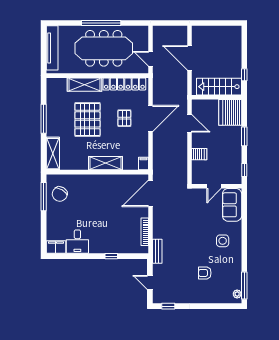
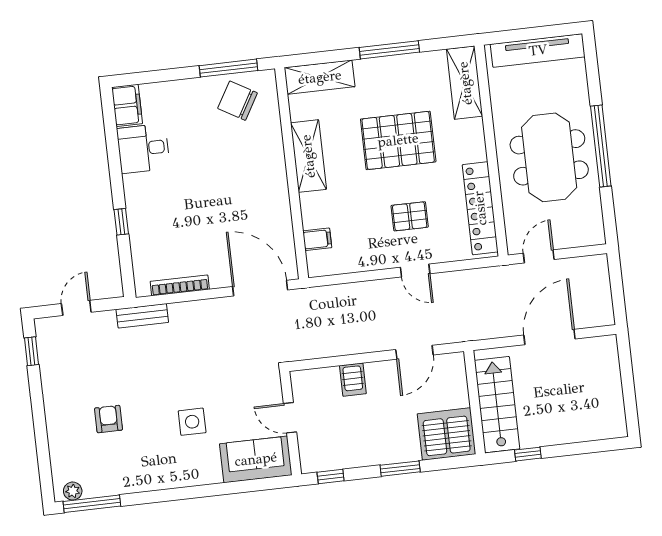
meeting table: (104, 48) -> (549, 157), width x0.73
shelving: (85, 85) -> (465, 83), moved
door: (150, 118) -> (415, 270), width x0.53
shelving: (106, 163) -> (308, 156), moved
filing cabinet: (143, 164) -> (317, 239), moved
side table: (223, 241) -> (192, 422), moved

